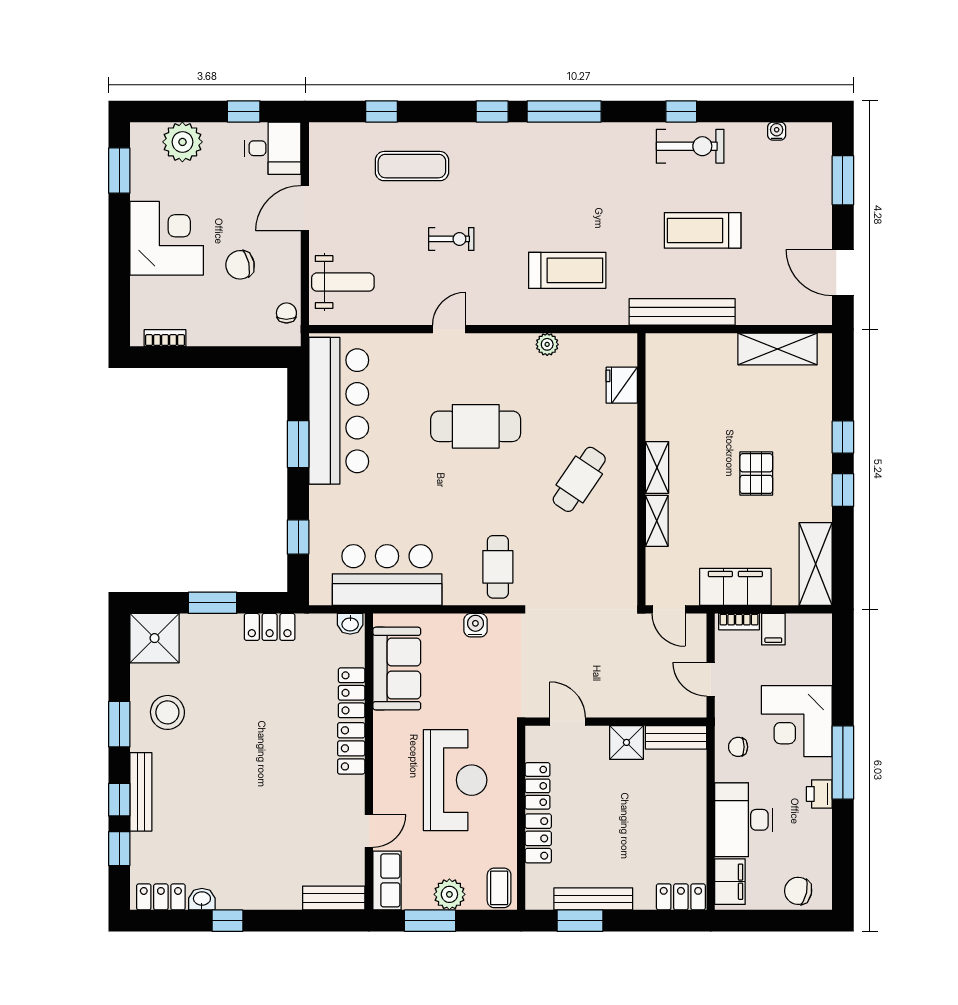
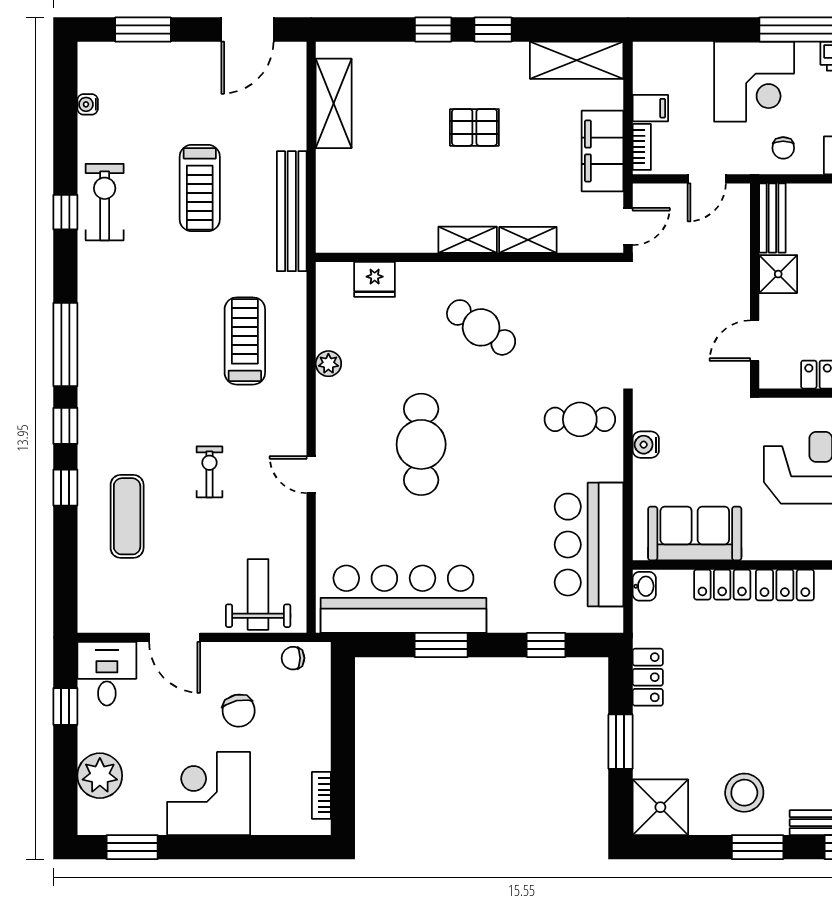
window: (381, 111) -> (65, 488), moved

